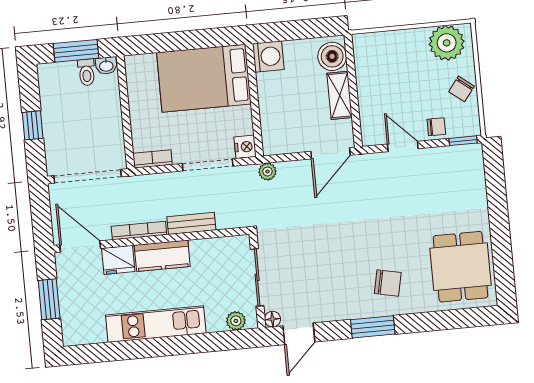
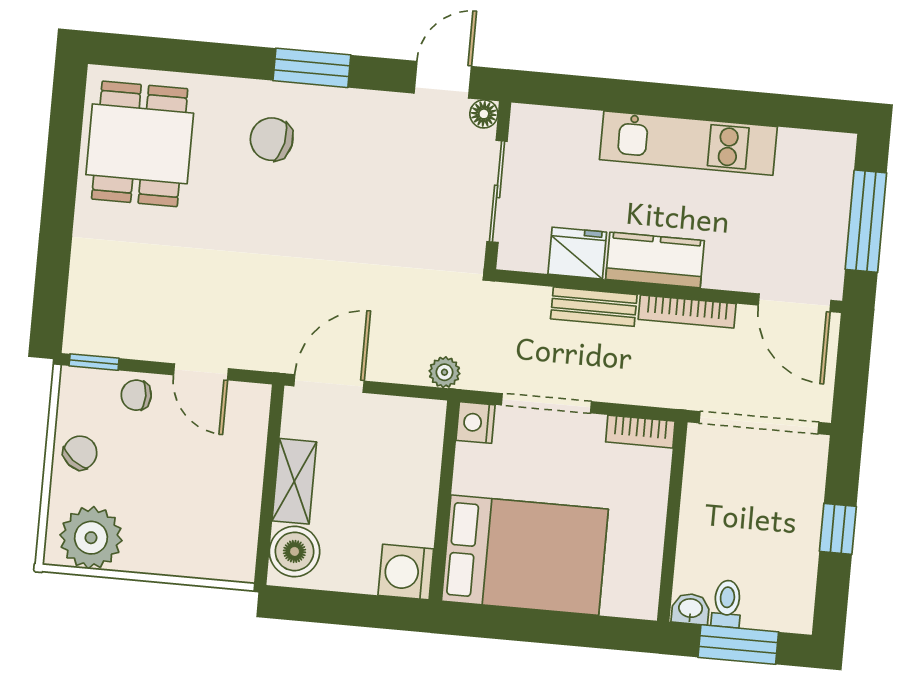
fridge: (118, 260) -> (577, 253), moved
window: (49, 299) -> (866, 221), width x1.44
plant: (236, 321) -> (548, 123), removed

